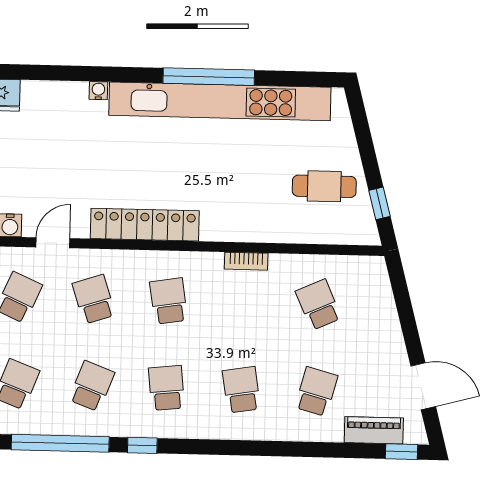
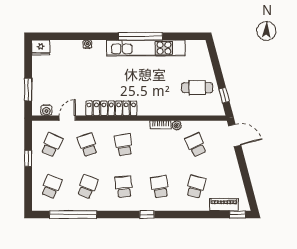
kitchen unit: (220, 101) -> (146, 48), width x0.73
plant: (280, 263) -> (177, 125), added
door: (423, 386) -> (235, 136), moved
window: (142, 445) -> (147, 215), moved

